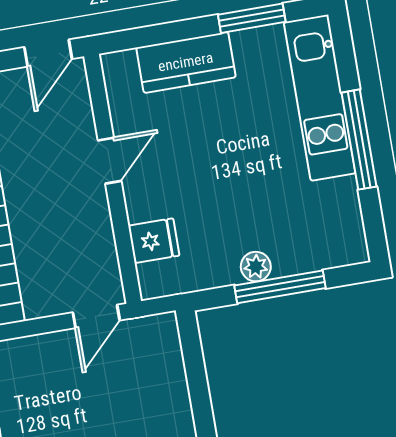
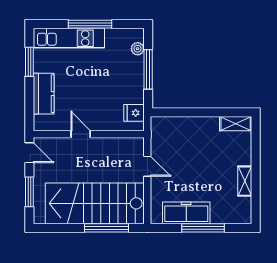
fridge: (154, 241) -> (134, 113), moved, turned -90
plant: (256, 267) -> (138, 49), moved
door: (96, 316) -> (147, 166), moved

